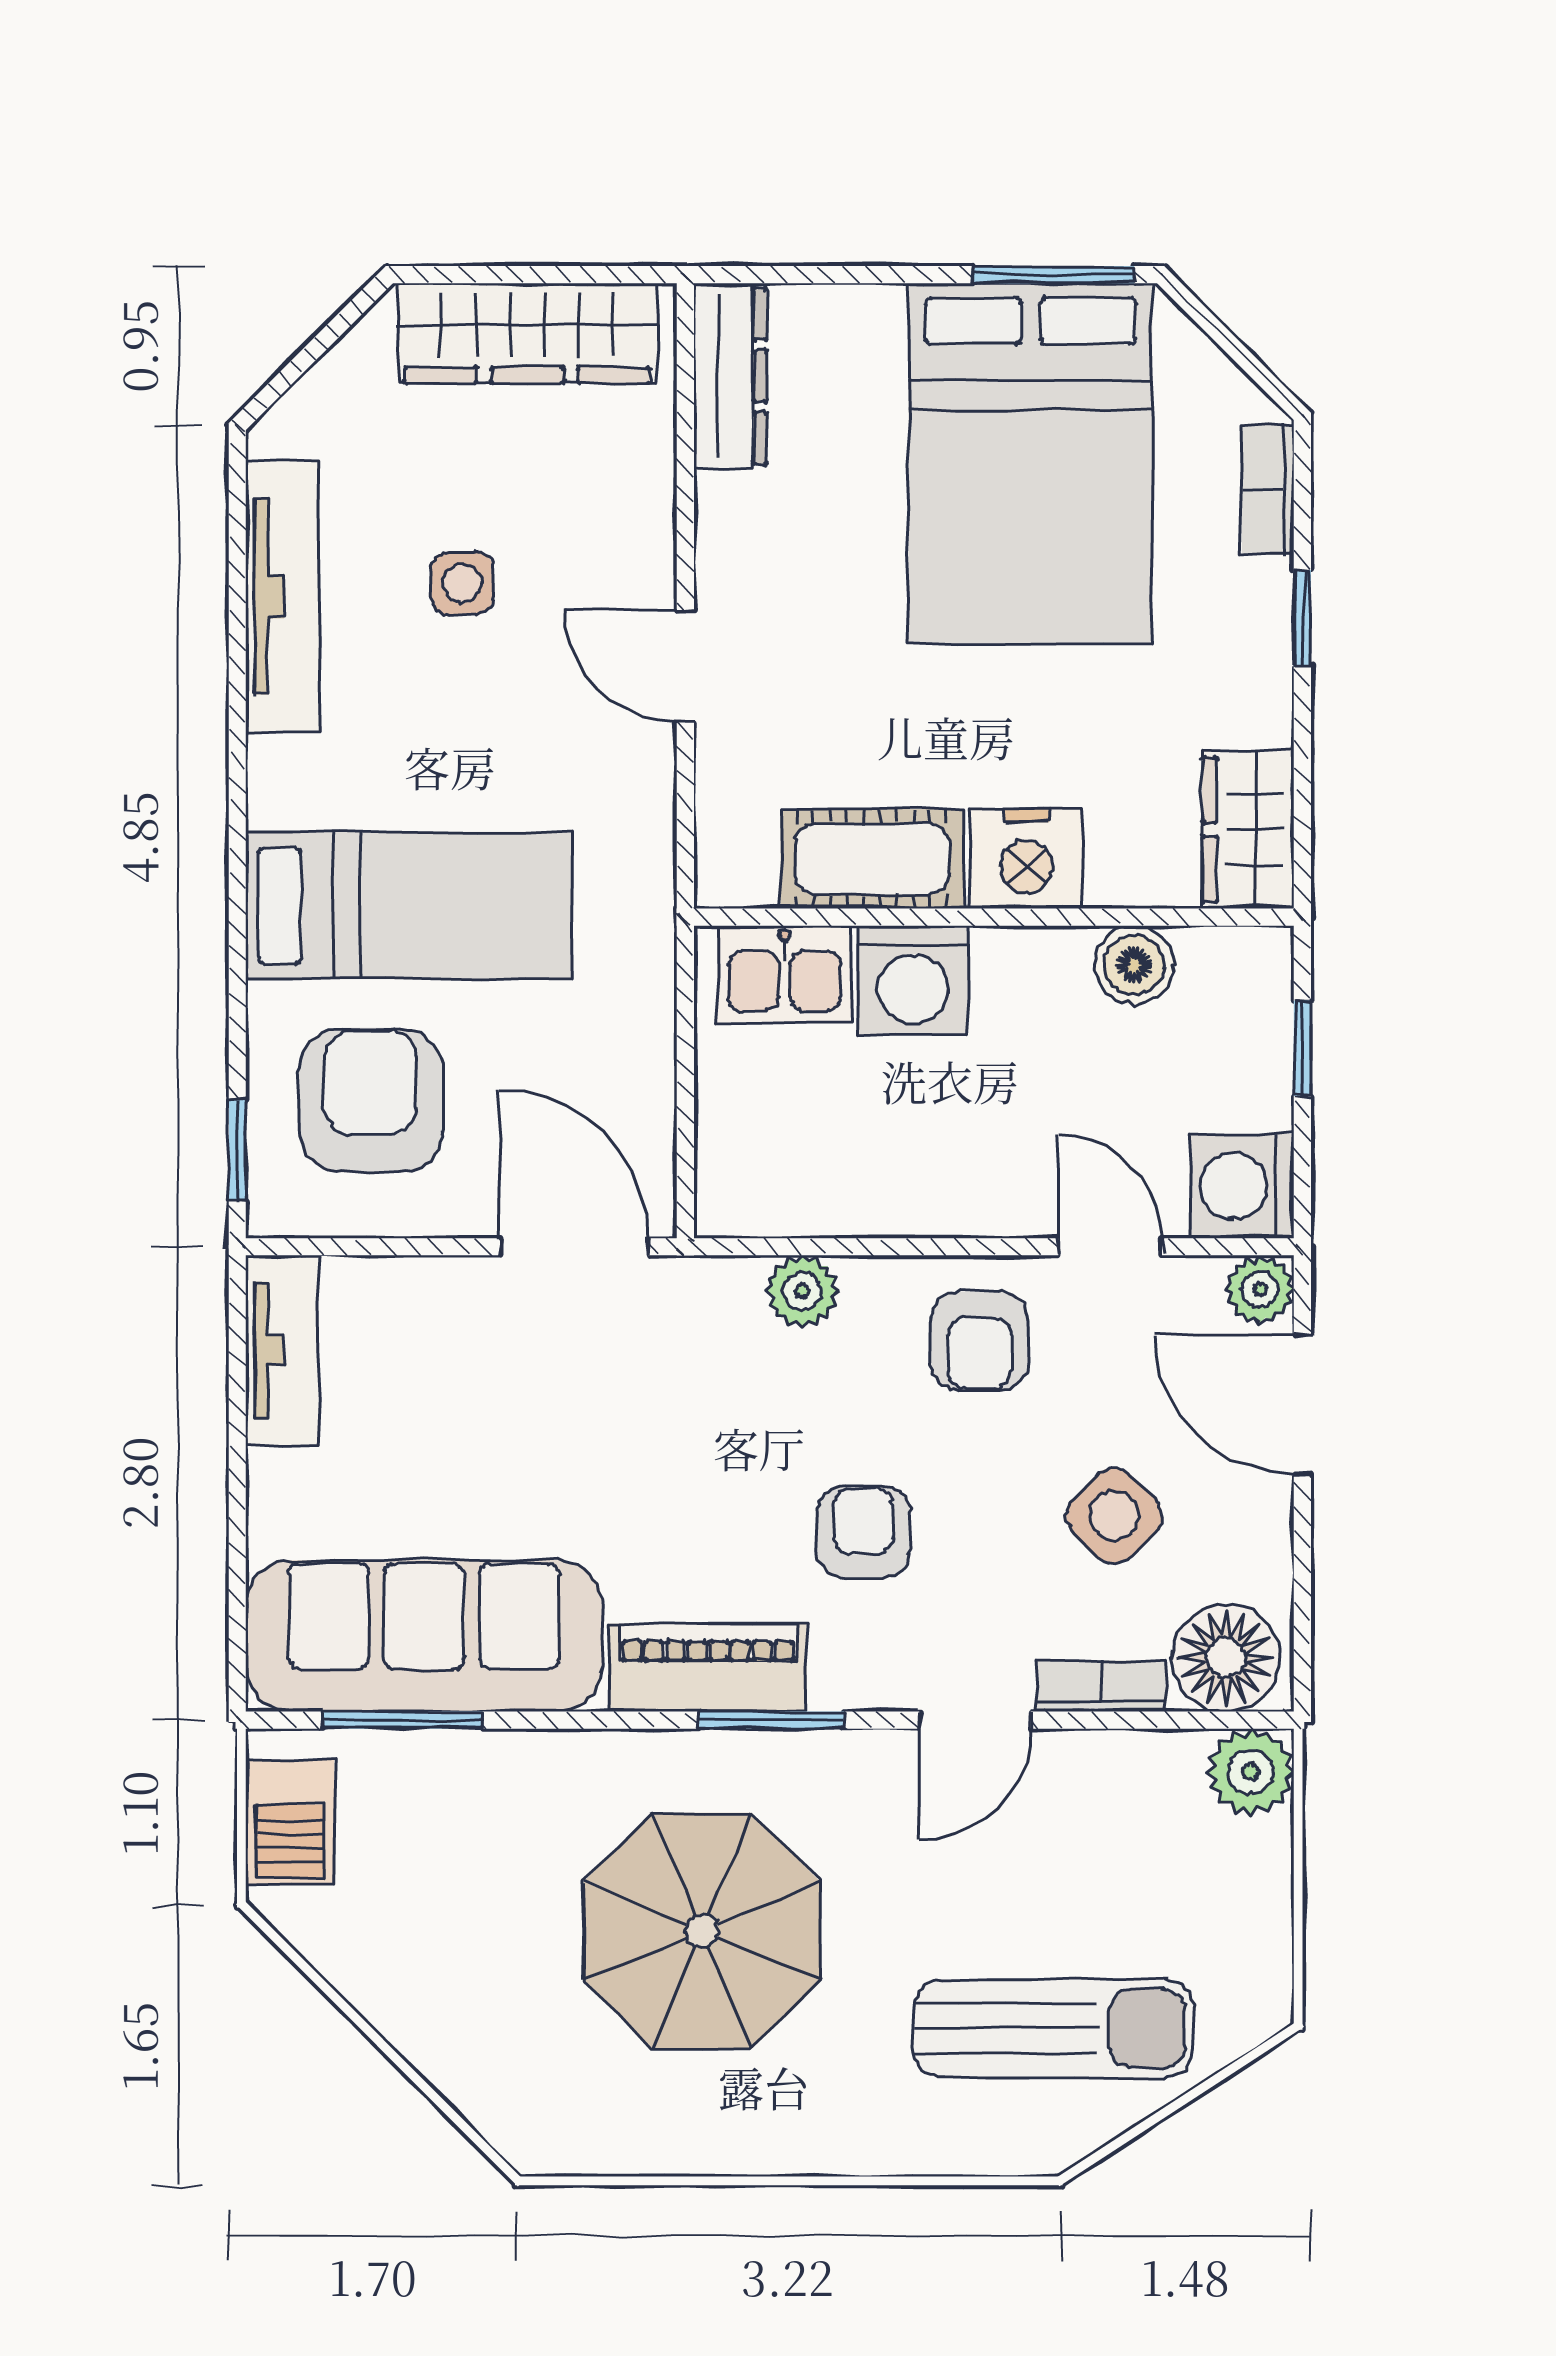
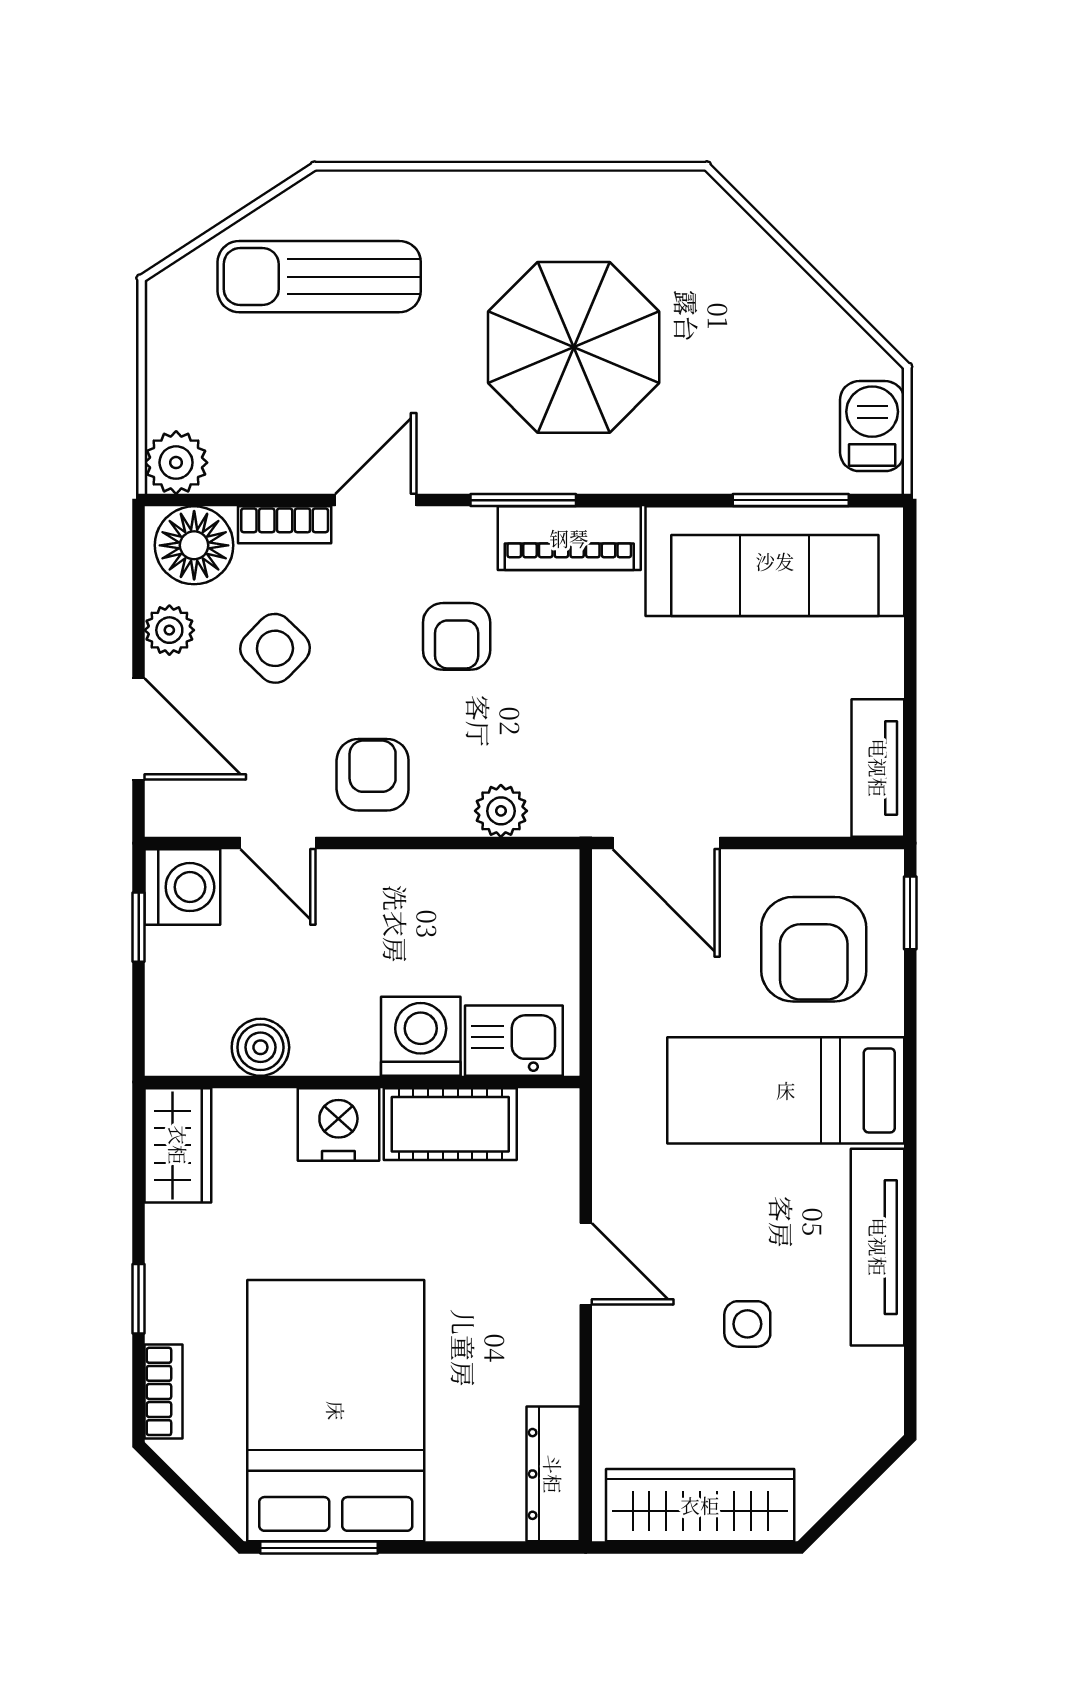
tv unit: (283, 597) -> (878, 1247), moved
window: (1302, 1048) -> (139, 927), moved
plant: (1260, 1289) -> (169, 630), moved

